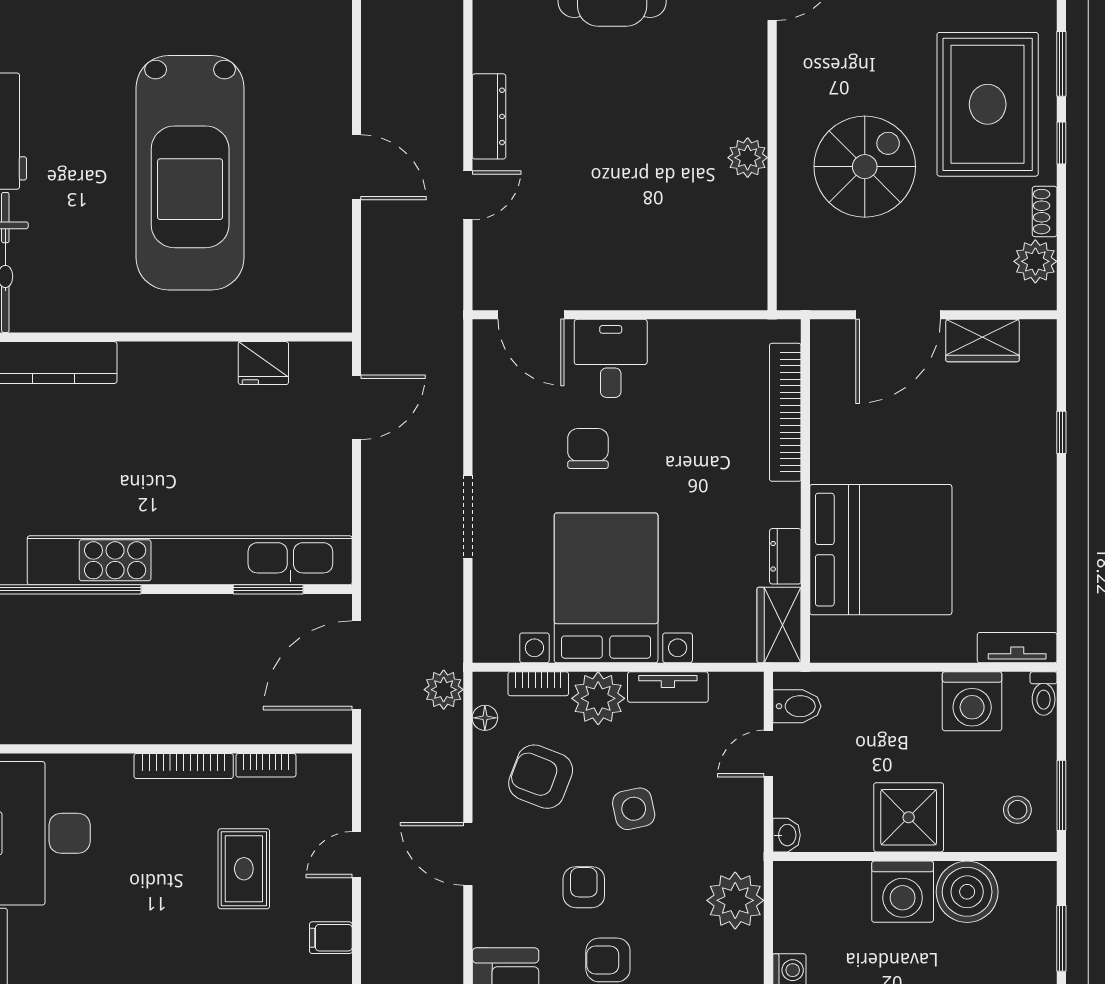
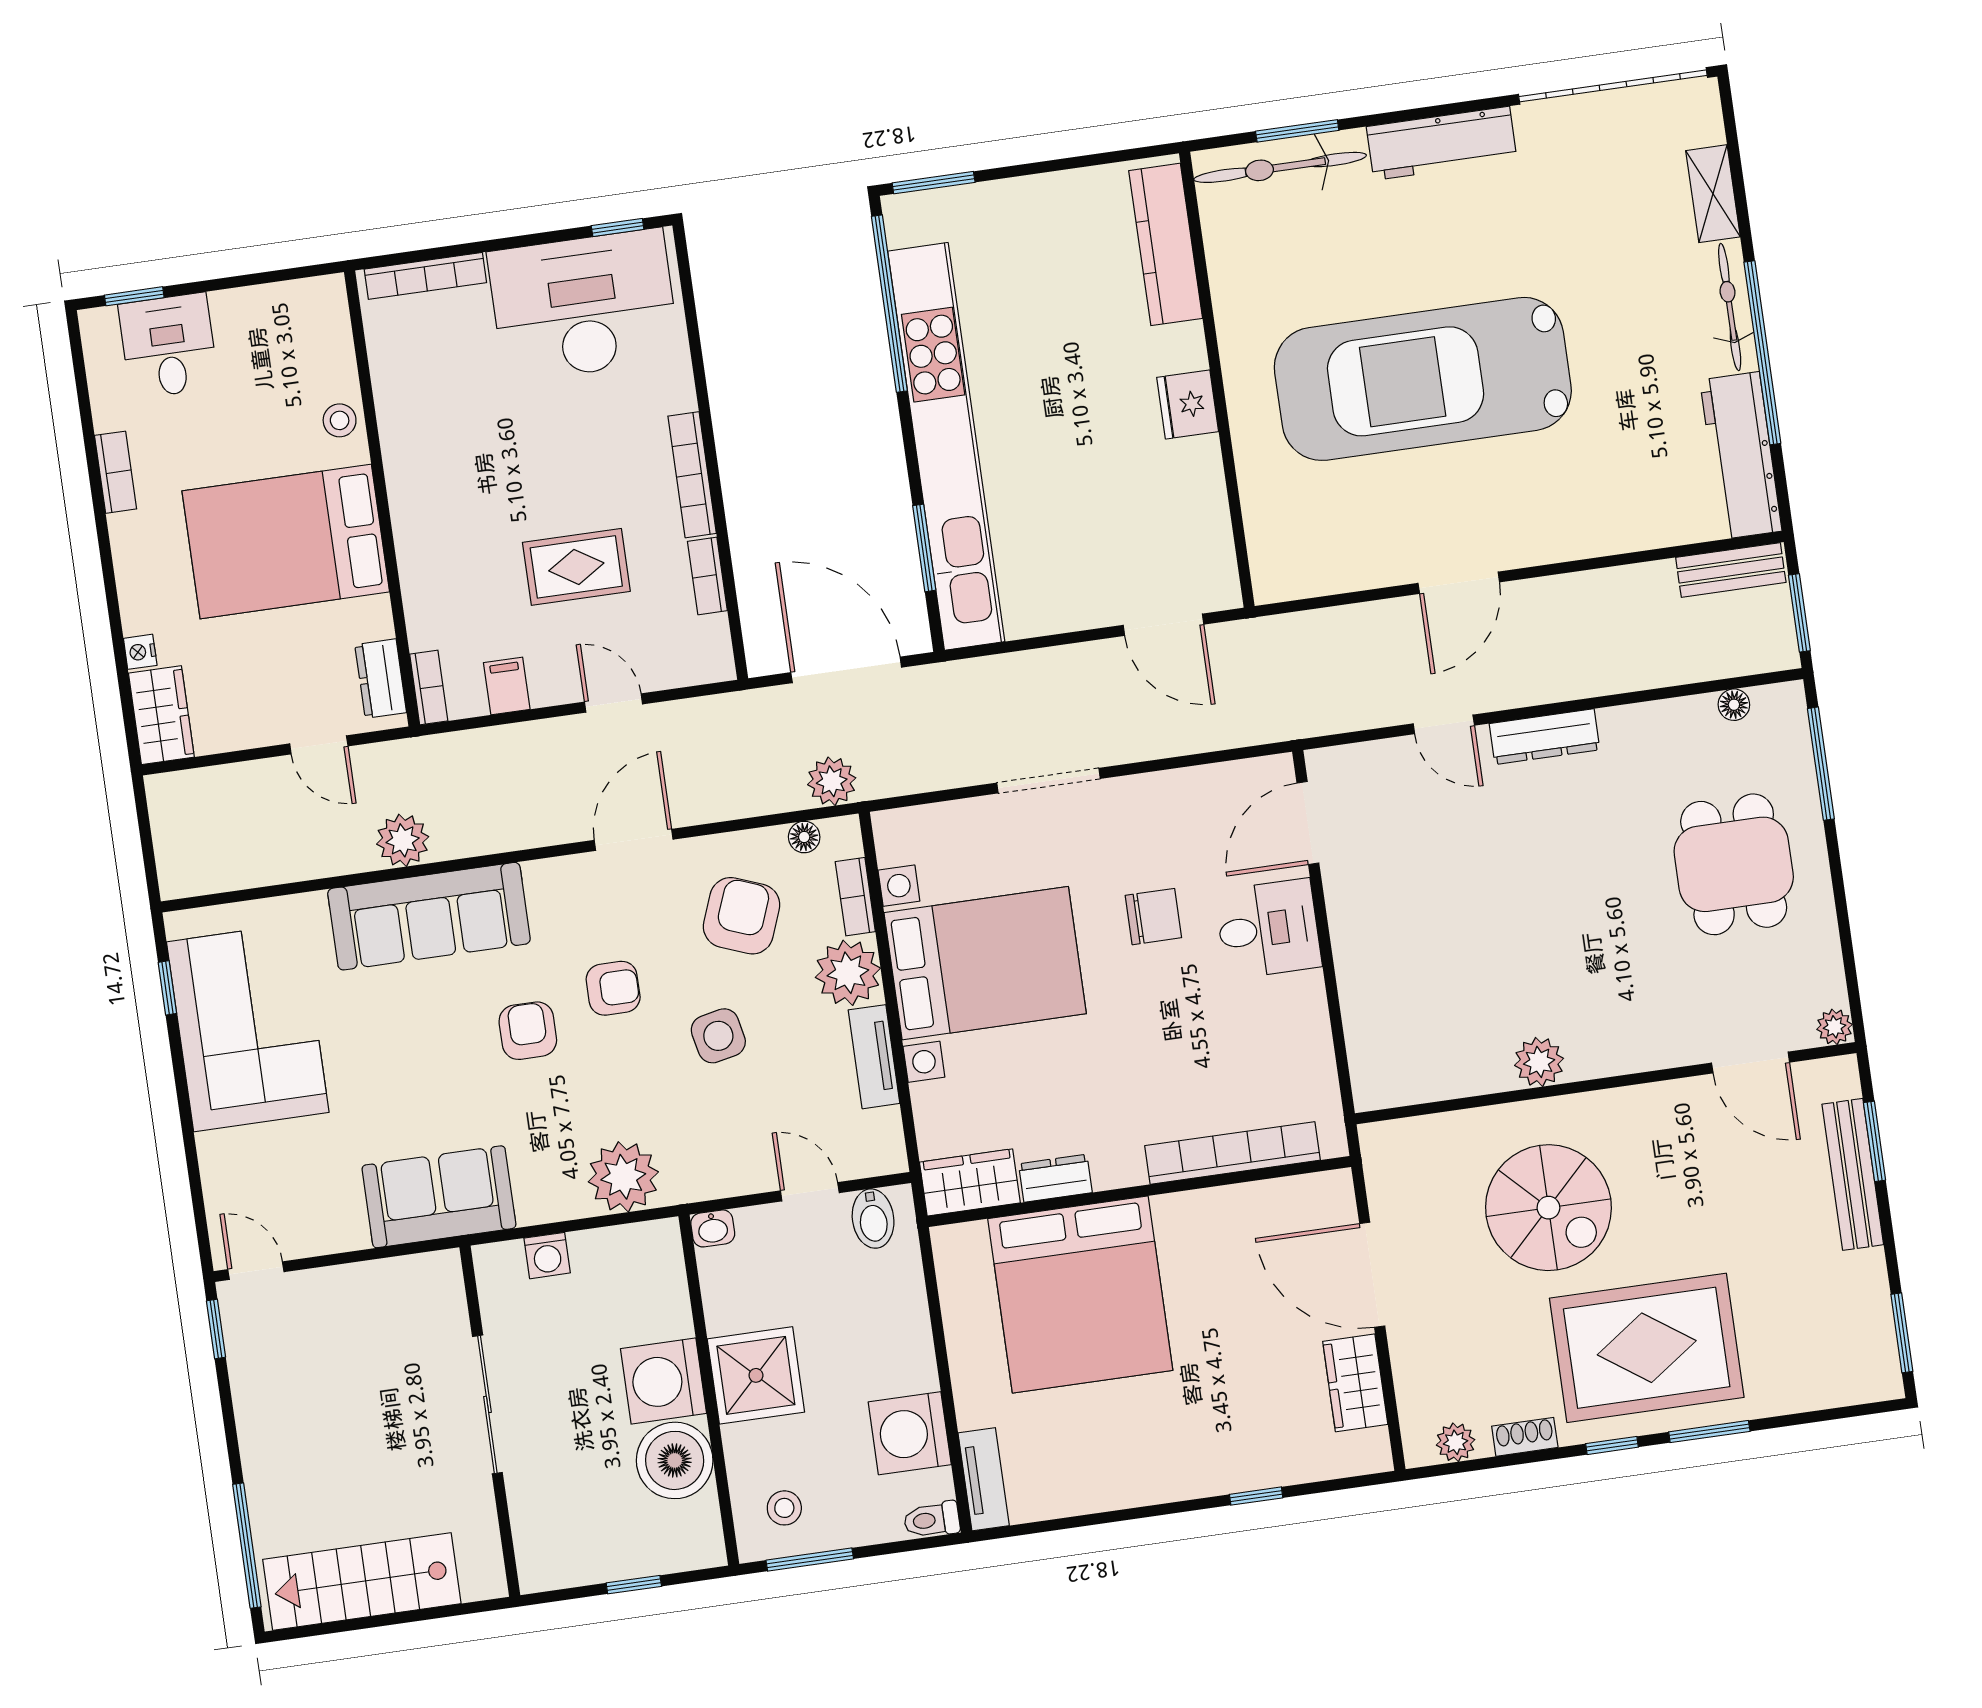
plant: (1035, 261) -> (1456, 1442), width x0.73, depth x0.73
fridge: (263, 363) -> (1188, 404), moved
window: (1061, 938) -> (634, 1585), width x0.67

